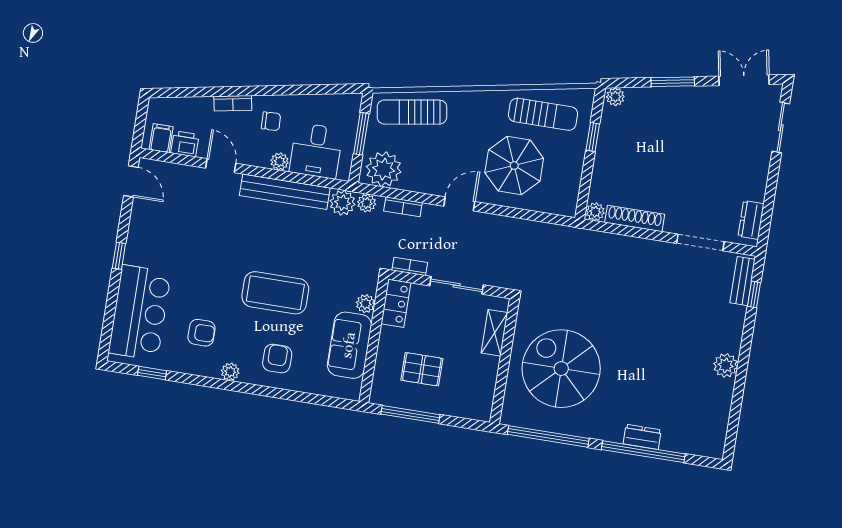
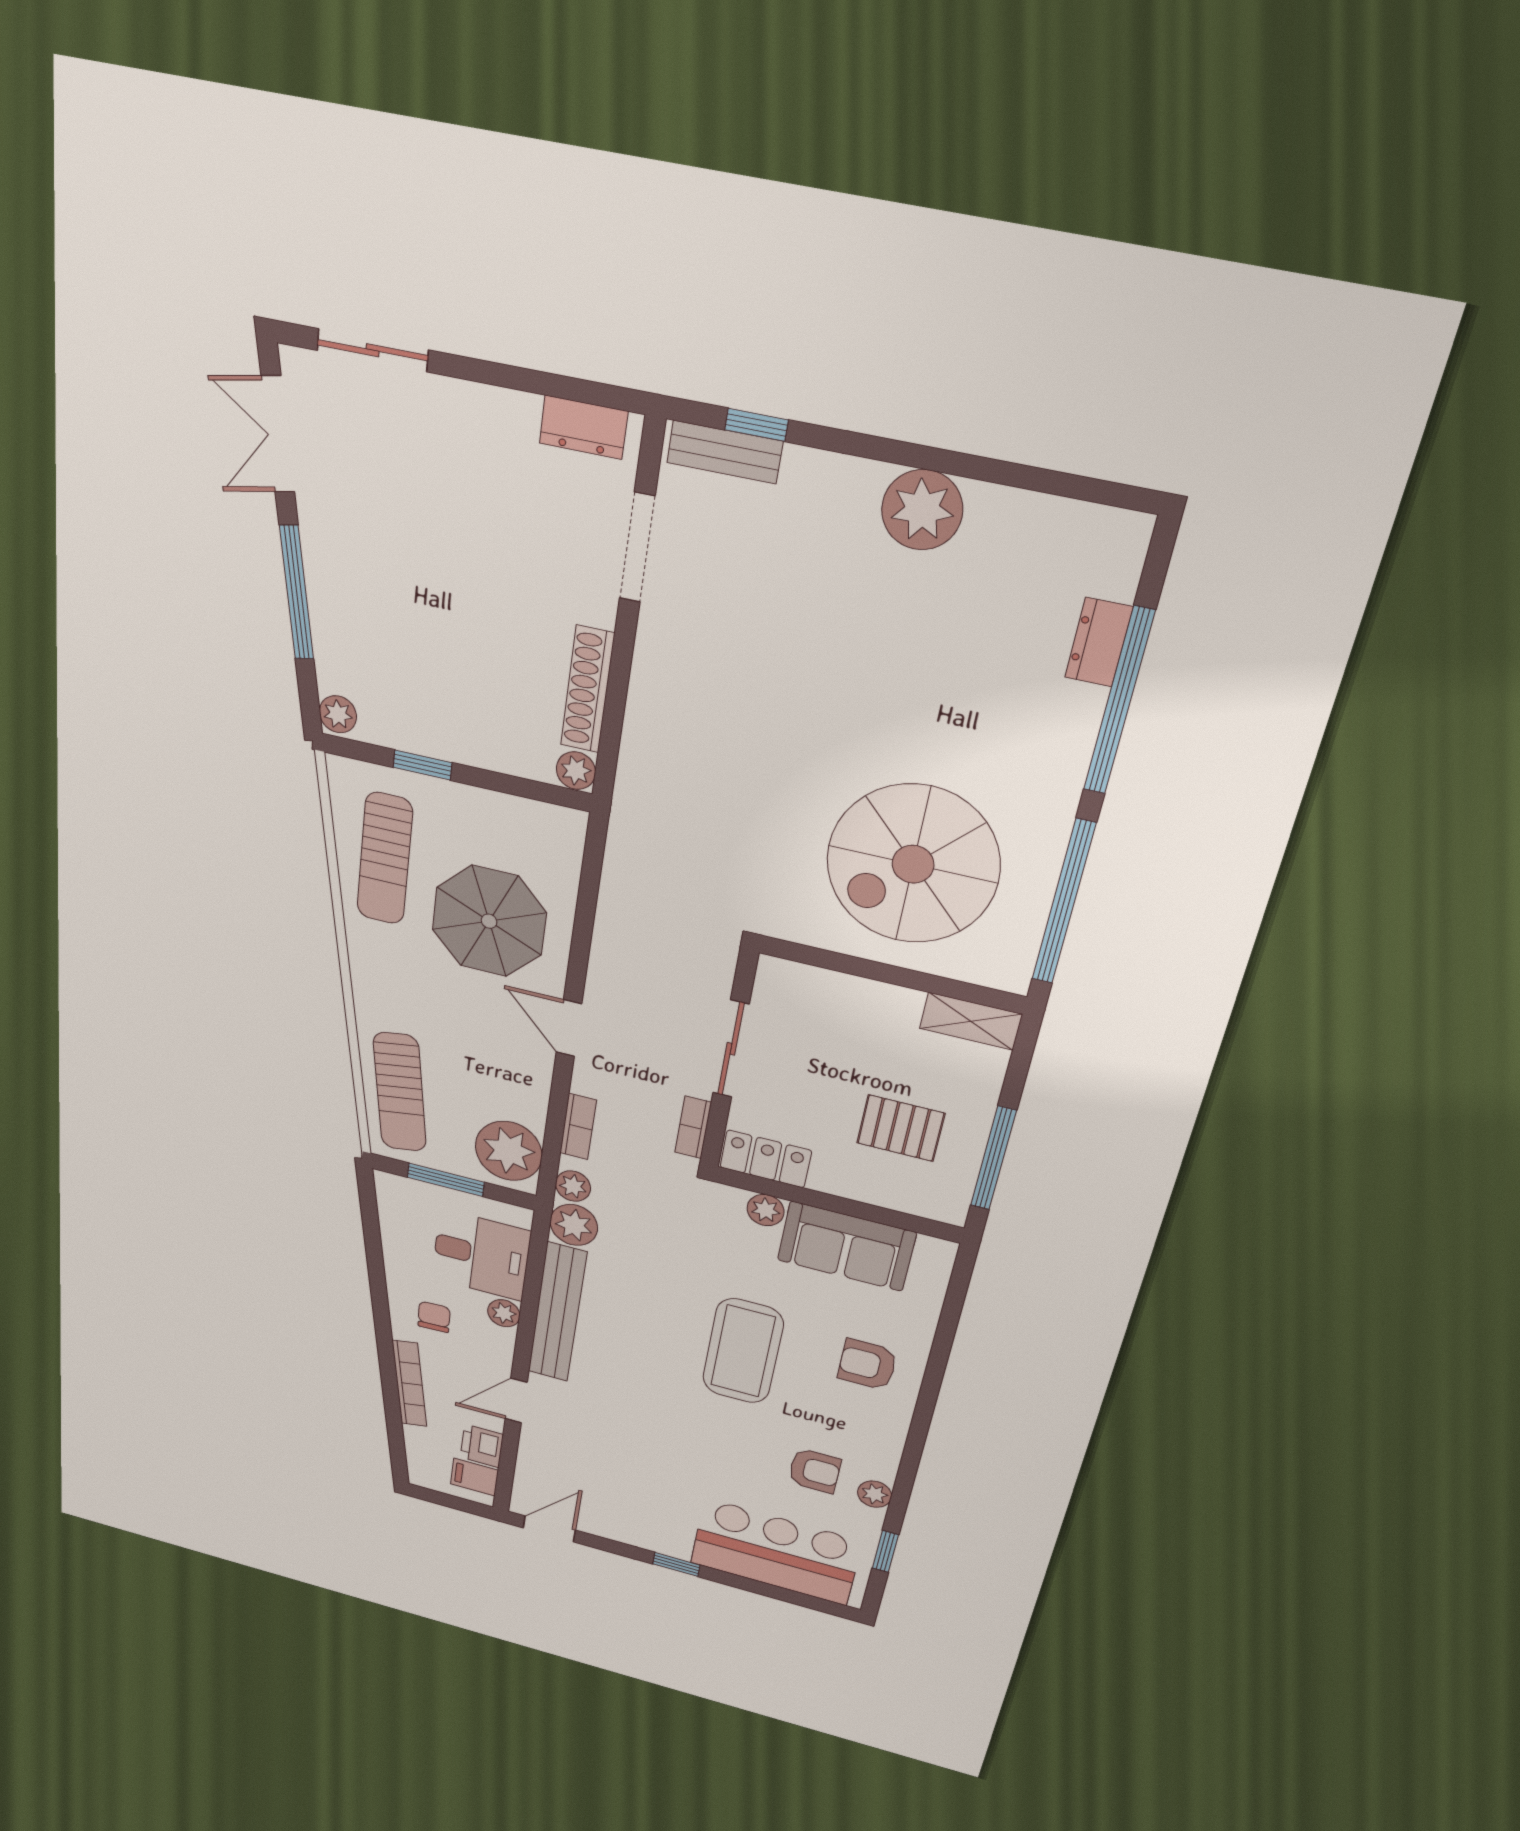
window: (673, 82) -> (297, 593), width x1.44
bookcase: (233, 103) -> (409, 1383), width x1.56
sun lounger: (543, 114) -> (385, 859), turned 180
armchair: (202, 333) -> (815, 1471), turned 90
shelving: (494, 333) -> (971, 1021), moved
plant: (726, 365) -> (922, 510), width x1.36, depth x1.36
pallet: (422, 369) -> (901, 1128), turned 90
plant: (230, 372) -> (875, 1494), moved
dresser: (642, 437) -> (1099, 642), moved

